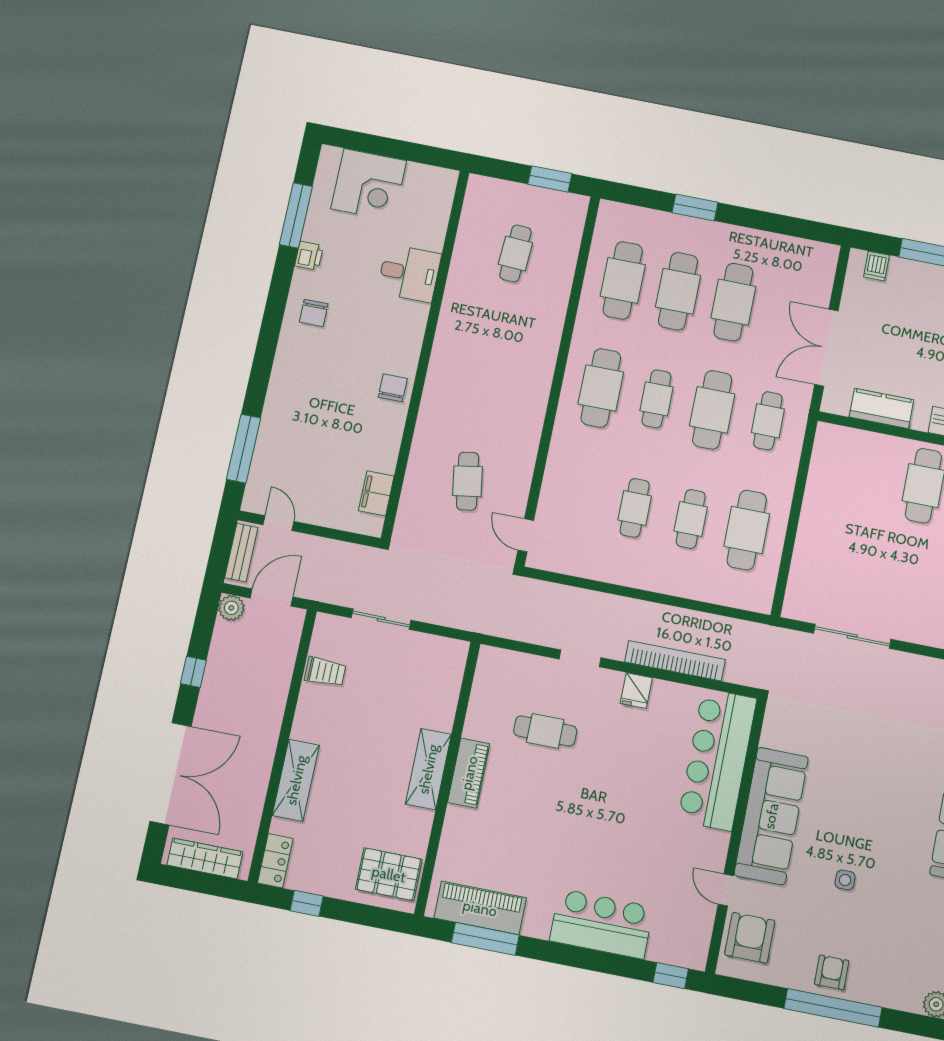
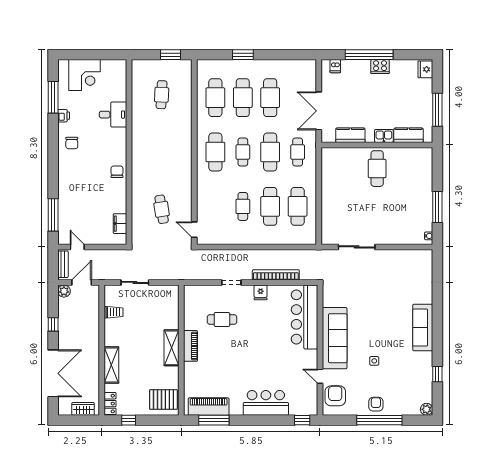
cafe table: (691, 519) -> (270, 206), width x1.37, depth x1.35
wardrobe: (205, 858) -> (83, 409), width x0.67

